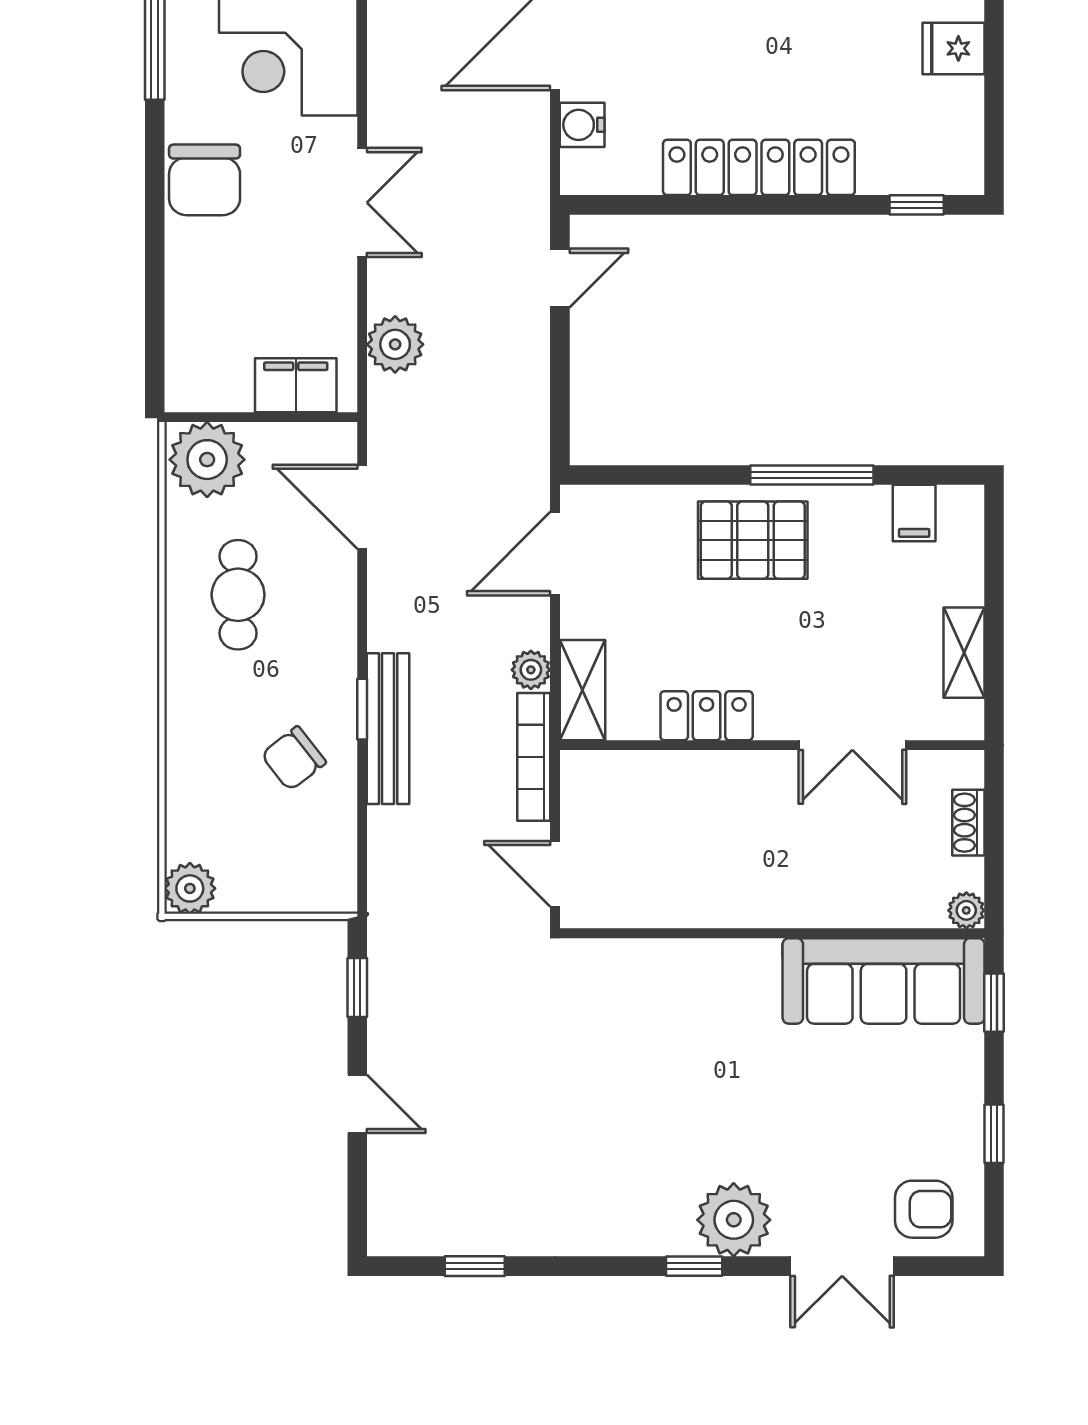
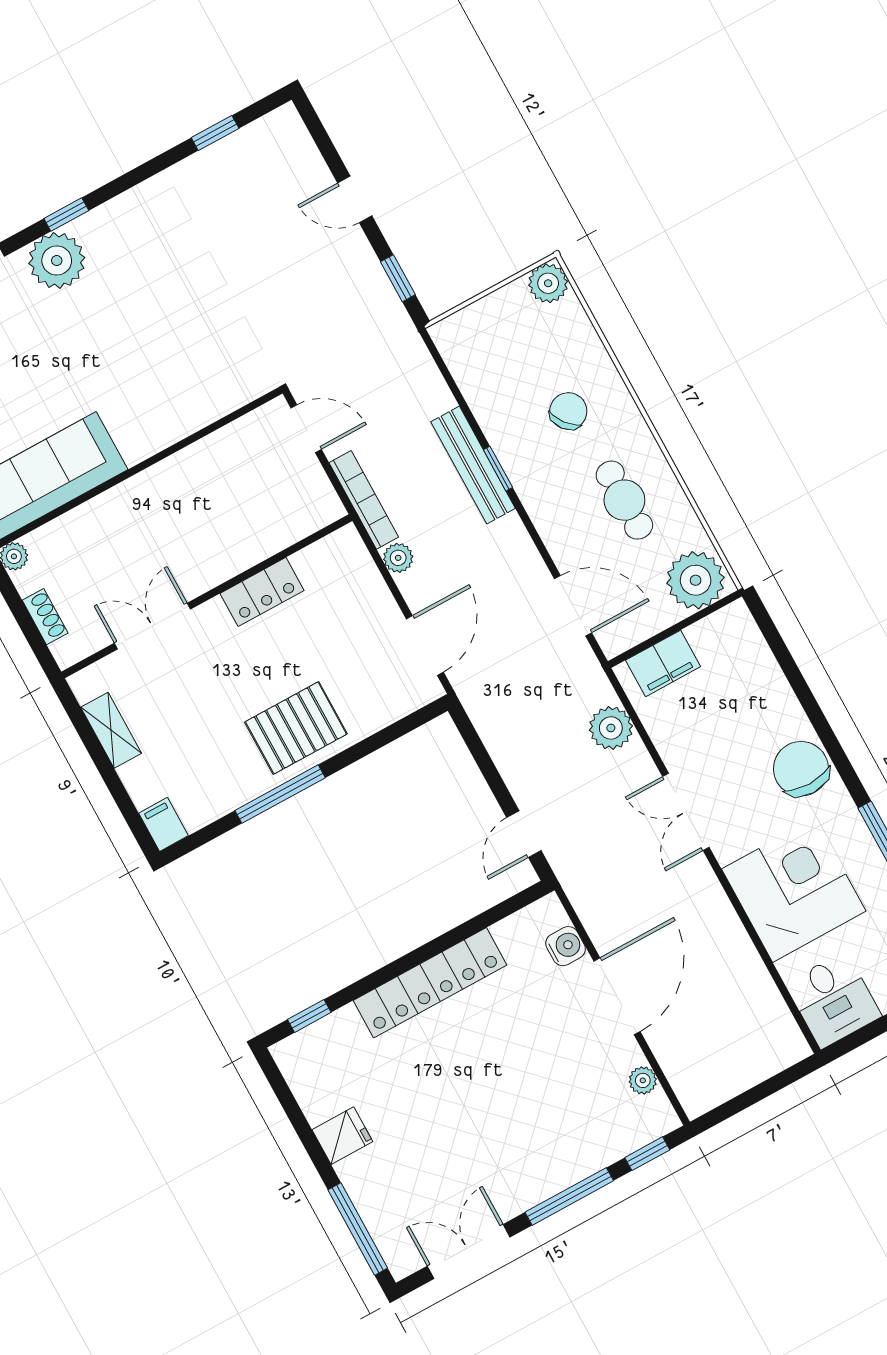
filing cabinet: (914, 513) -> (163, 824), moved
shelving: (582, 690) -> (356, 563), removed
chair: (294, 758) -> (568, 411), moved

